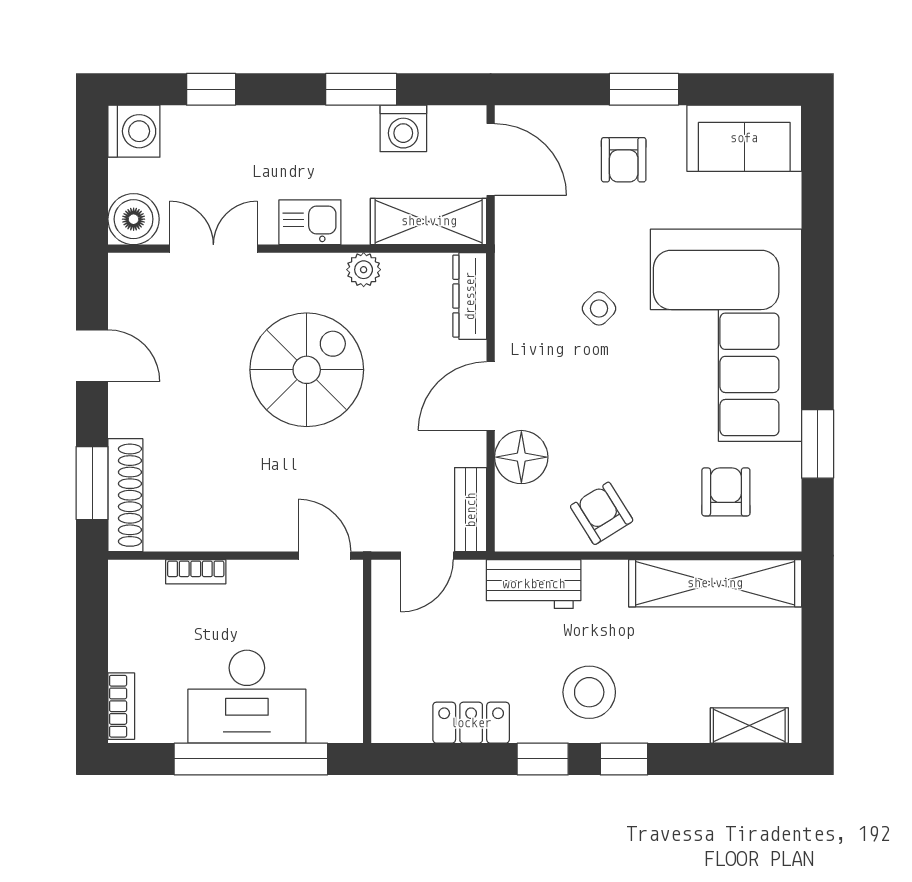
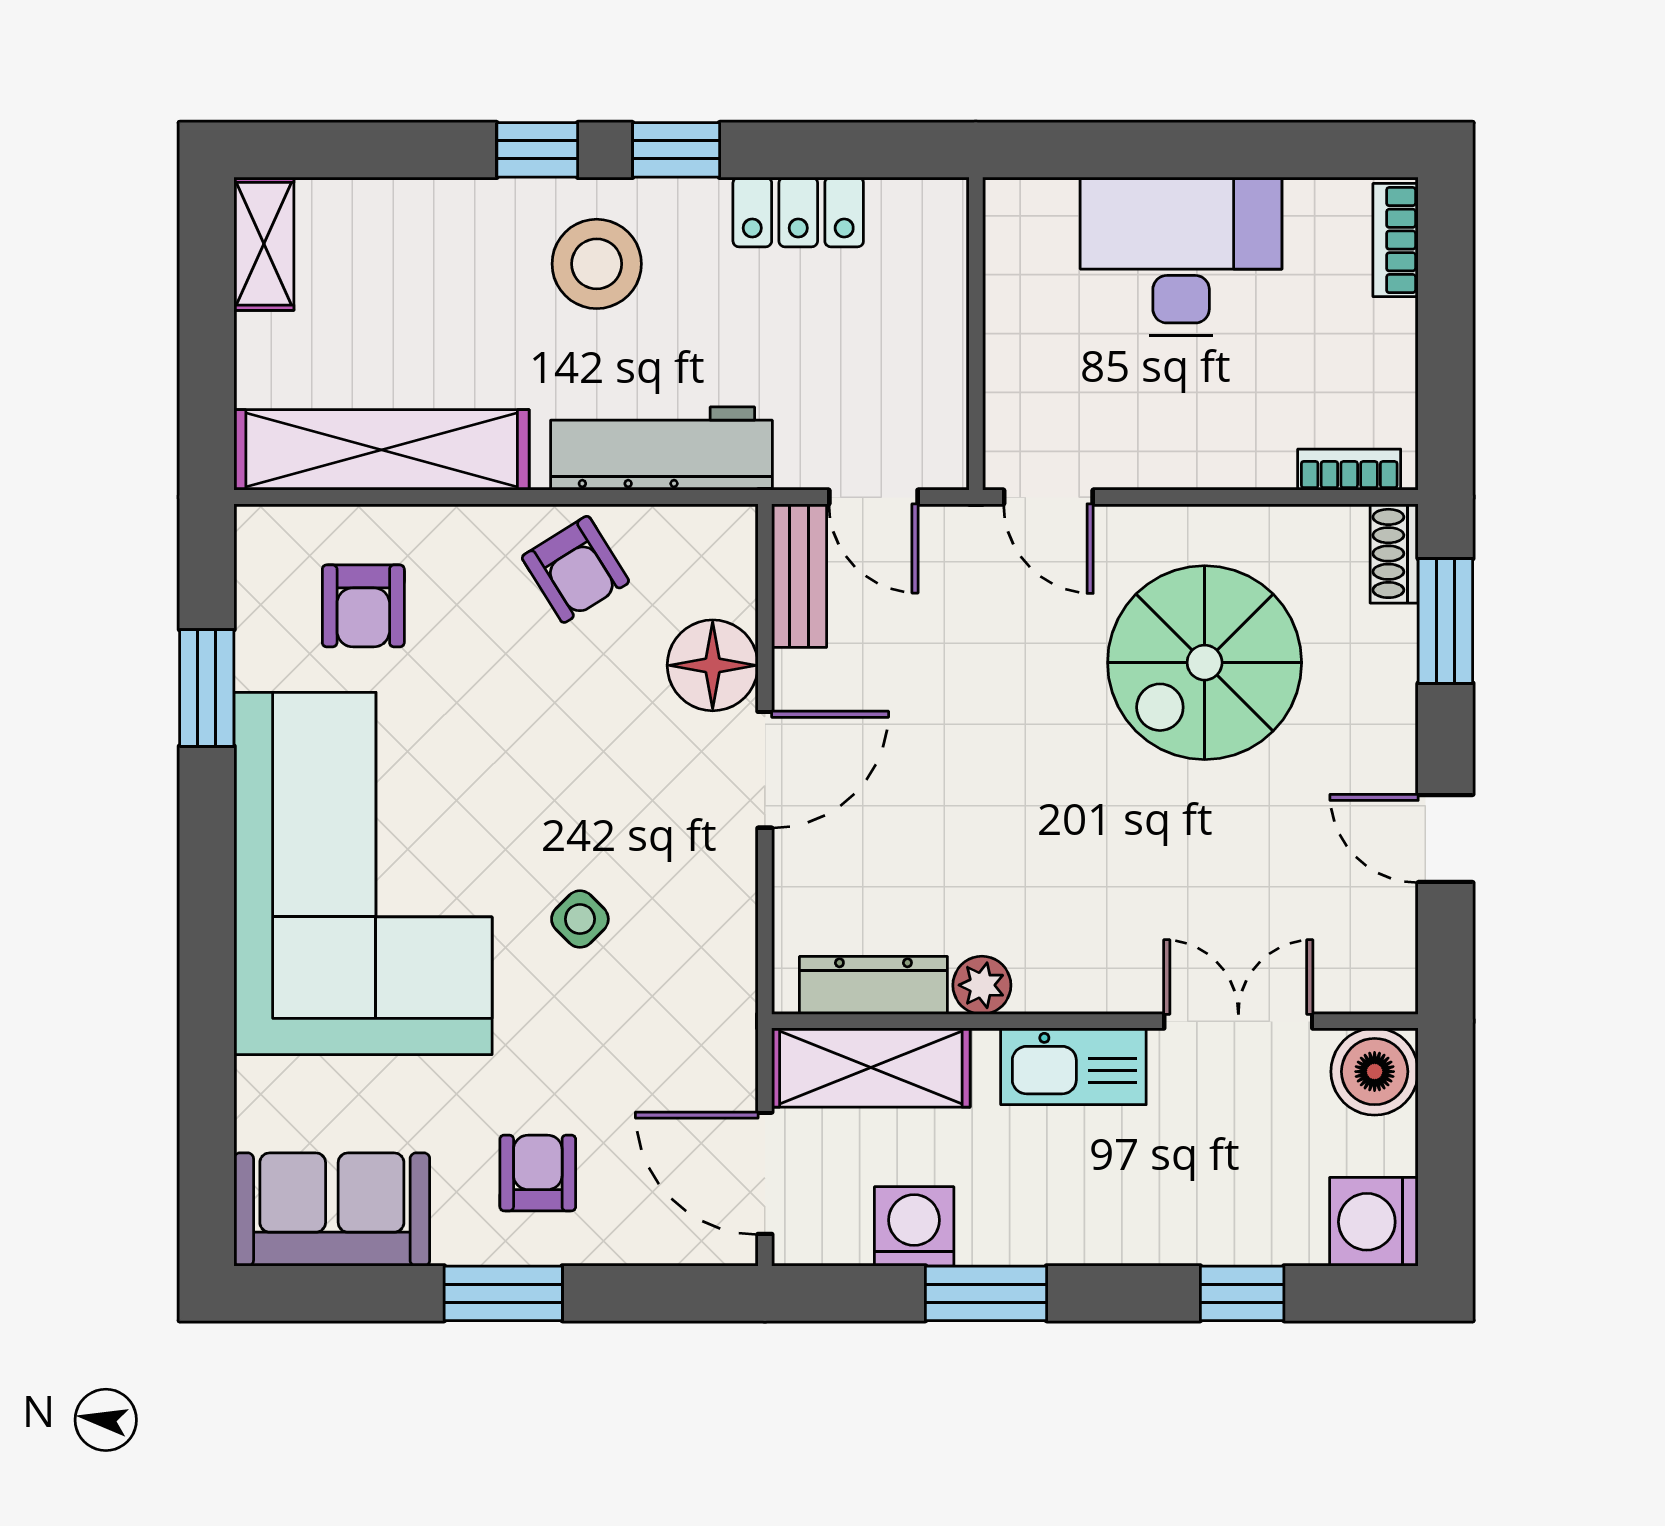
kitchen sink: (310, 222) -> (1073, 1066), width x1.38
double door: (213, 249) -> (1238, 1021), swing flipped
dresser: (470, 296) -> (873, 985), moved, turned -90
spiral stairs: (307, 370) -> (1205, 663), moved
shoe rack: (125, 495) -> (1394, 553), width x0.51, depth x0.81
door: (427, 556) -> (873, 497), swing flipped
bookcase: (196, 572) -> (1349, 470), moved
workbench: (534, 584) -> (661, 449), width x1.38
shelving: (749, 725) -> (264, 244), moved, turned 90
window: (251, 759) -> (1174, 150), removed

